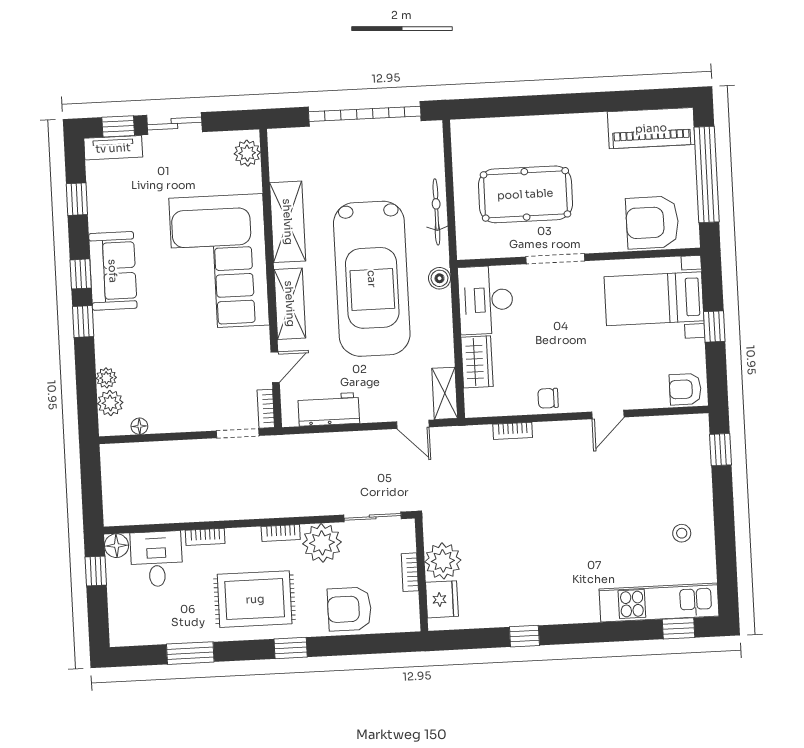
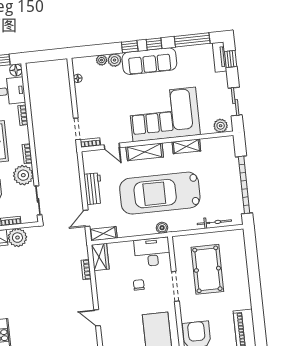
sliding door: (174, 124) -> (235, 102), moved
window: (77, 199) -> (192, 40), width x2.17
bicycle: (436, 212) -> (214, 222), moved
shelving: (288, 222) -> (186, 146), width x0.67, depth x0.75
sofa: (113, 271) -> (149, 61), width x1.36
wardrobe: (477, 362) -> (100, 257), moved, turned -90
chair: (548, 398) -> (139, 285), moved
plant: (110, 403) -> (115, 60), moved
workbench: (329, 409) -> (93, 189), moved

